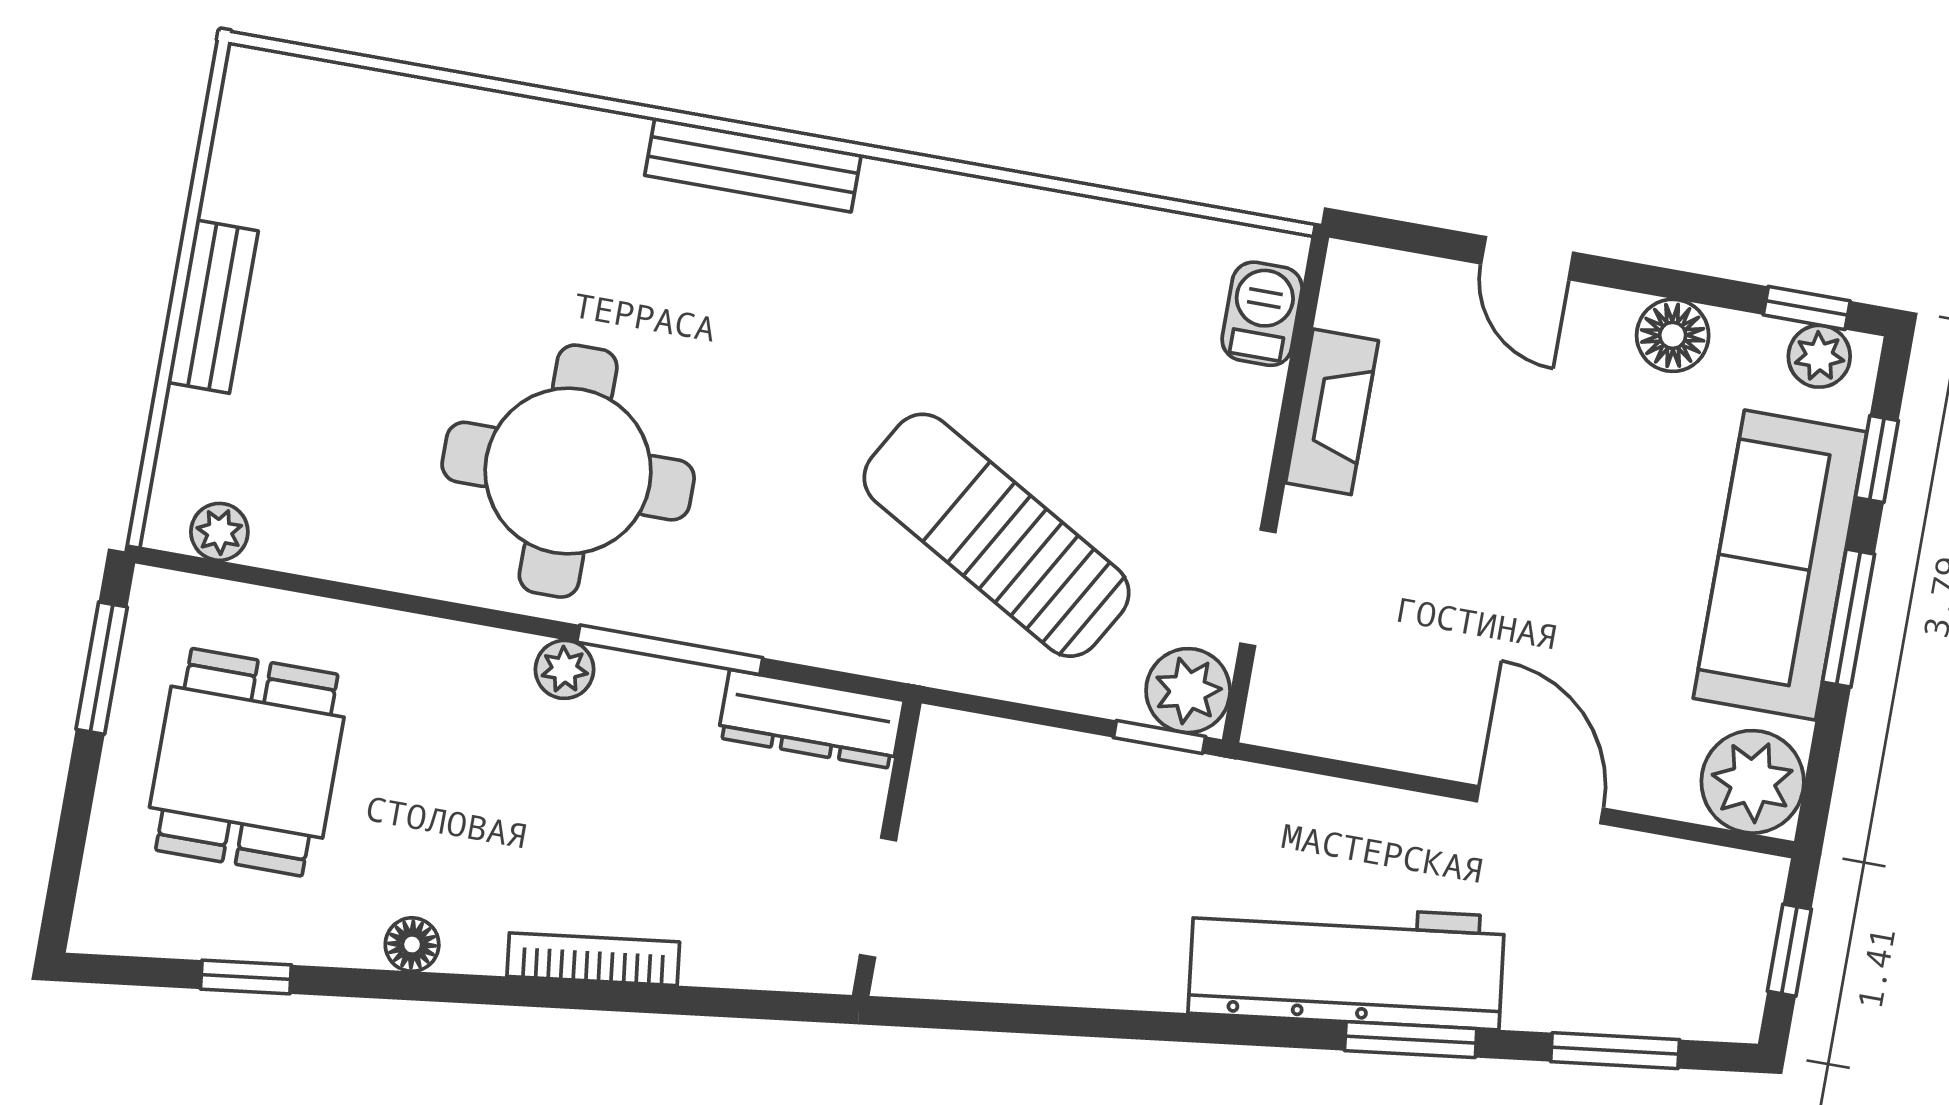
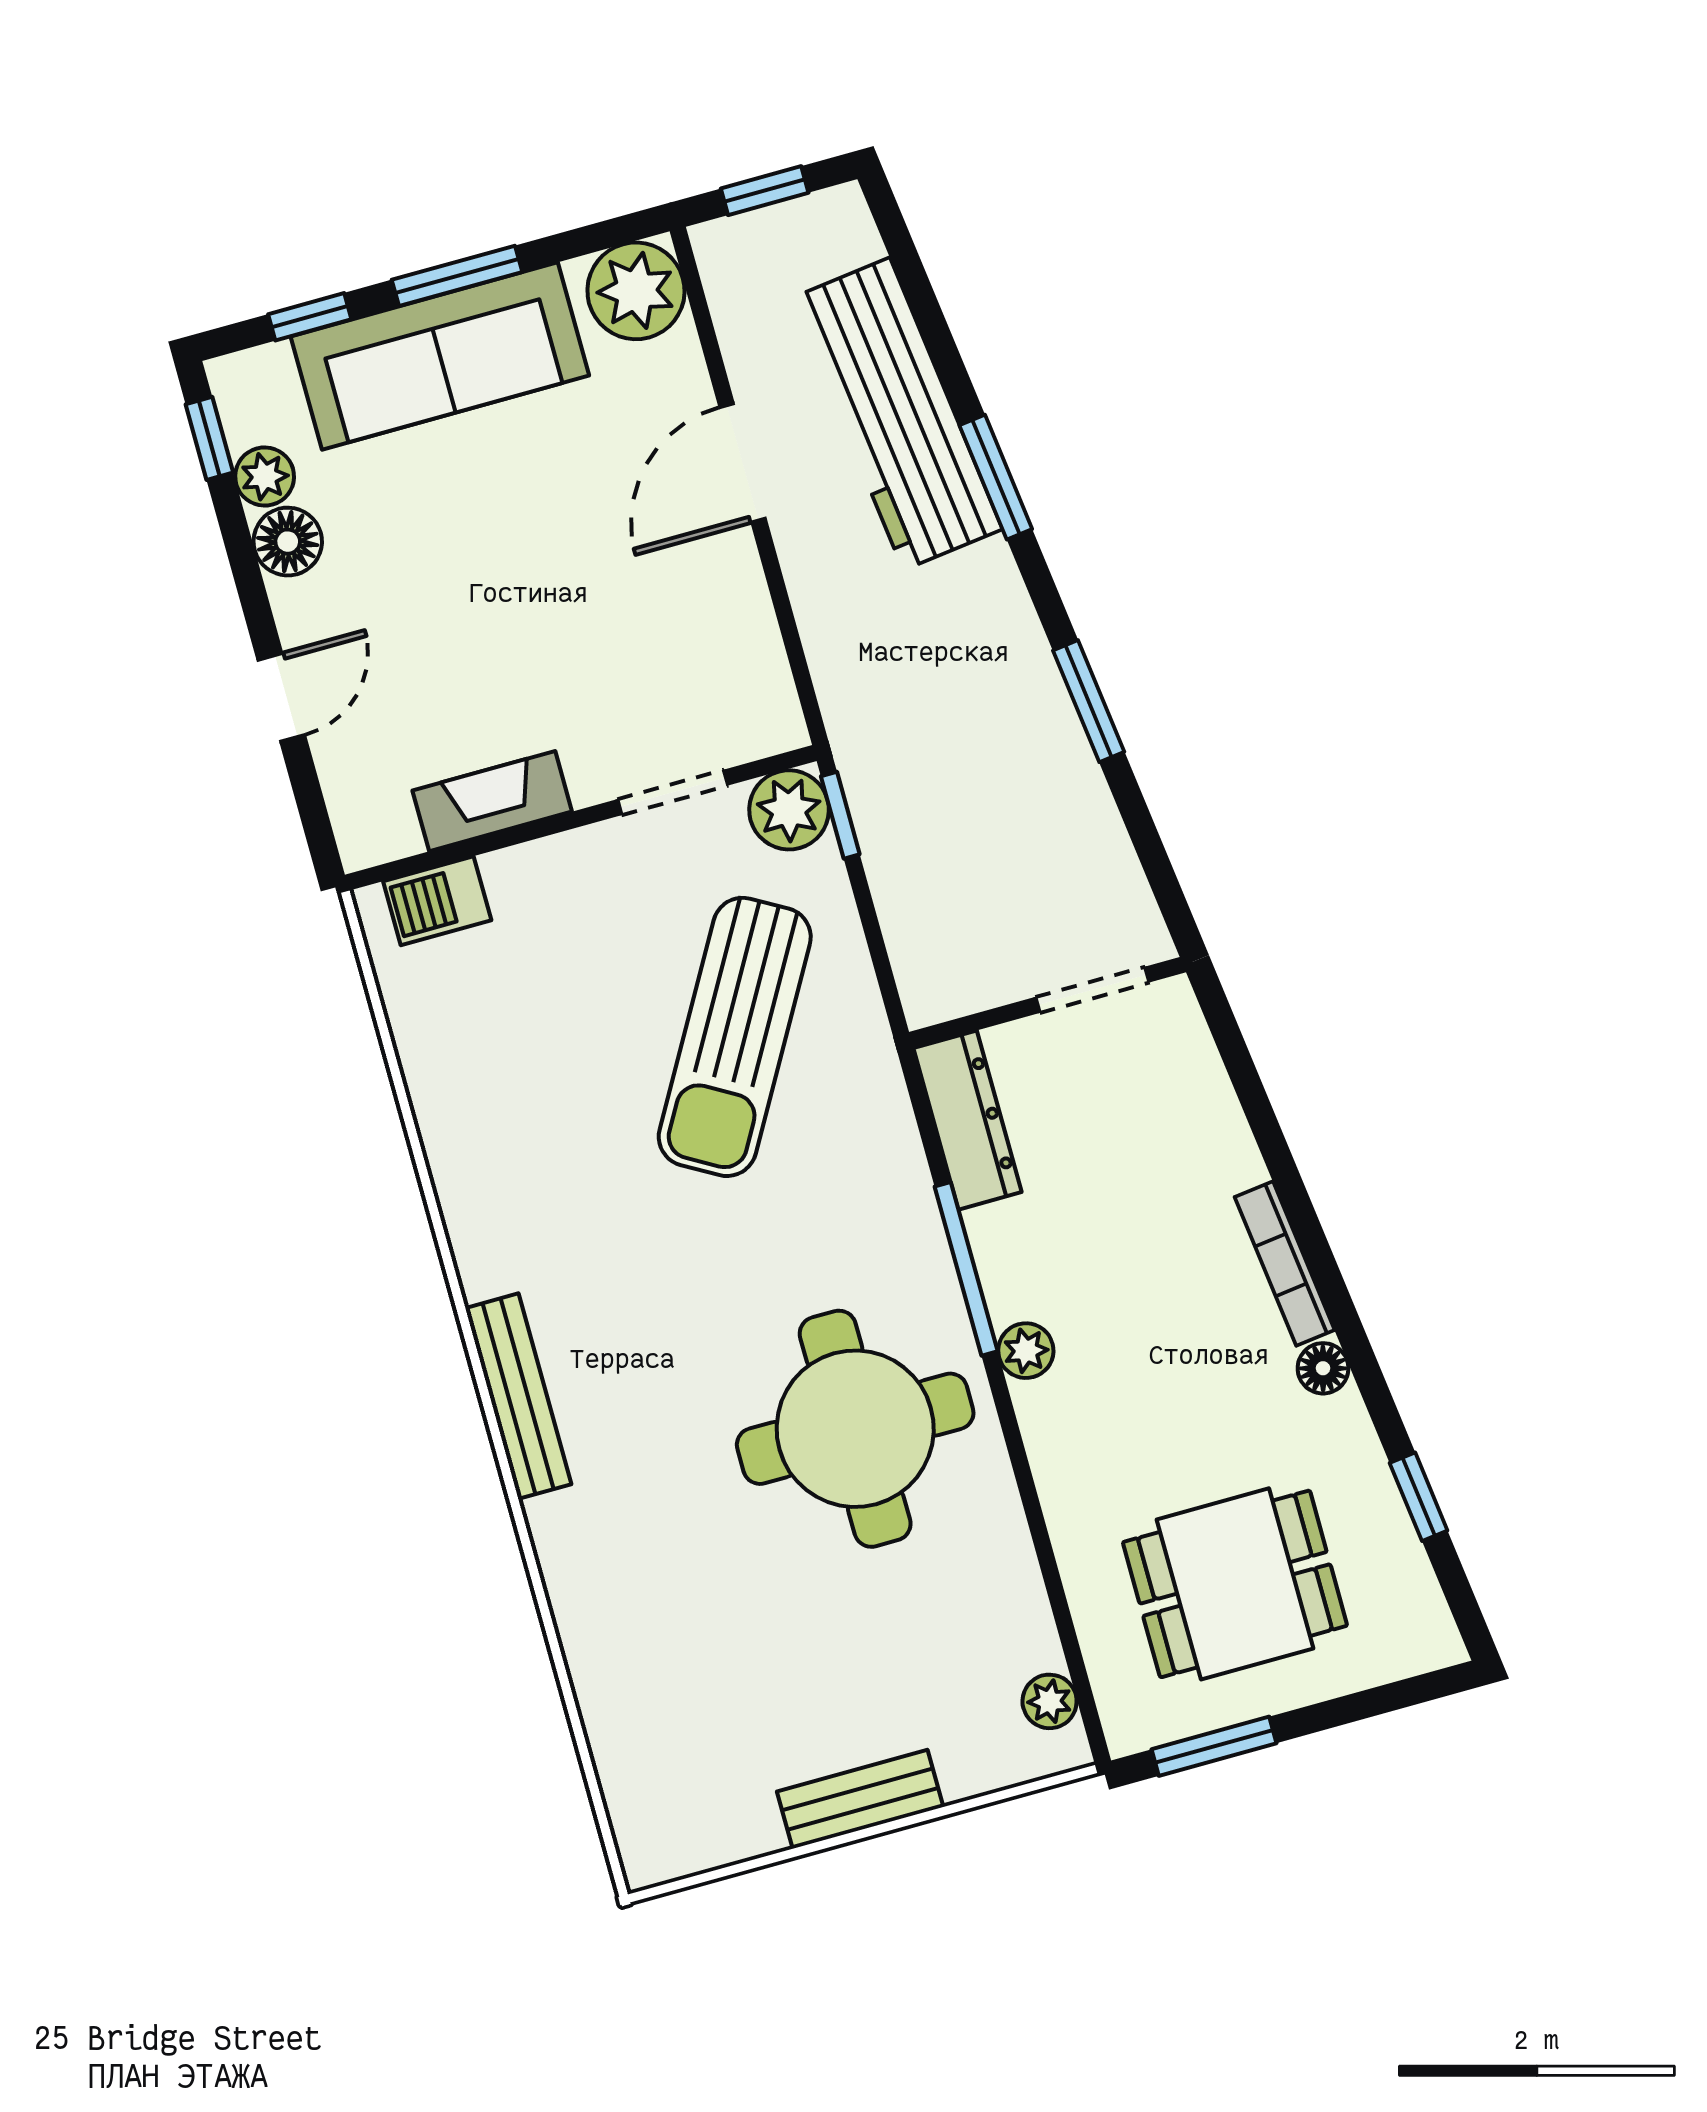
plant: (1819, 356) -> (265, 477), moved
bookcase: (593, 959) -> (1285, 1264), moved
workbench: (1346, 965) -> (897, 414), moved
window: (1615, 1051) -> (1089, 701), moved

